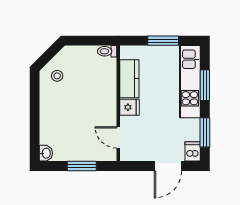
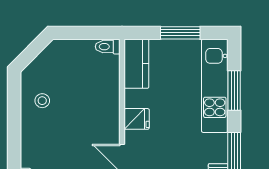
stool: (57, 76) -> (42, 101), moved
kitchen counter: (129, 79) -> (136, 64), moved

